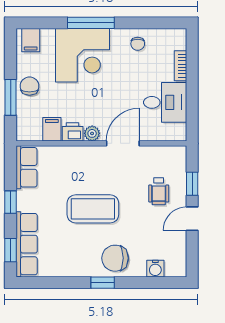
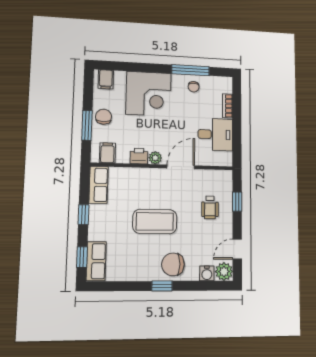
window: (91, 23) -> (190, 70), moved
filing cabinet: (52, 129) -> (107, 153), moved
door: (192, 219) -> (237, 249), moved
row of seats: (27, 244) -> (96, 261), width x0.68
plant: (176, 266) -> (224, 272), added

